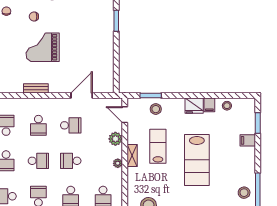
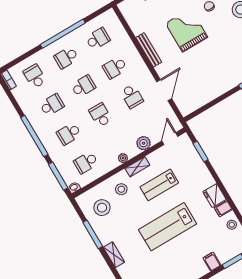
bench: (36, 88) -> (149, 50), width x1.36
door: (82, 95) -> (164, 90), hinge flipped
stool: (156, 109) -> (121, 189), moved
lab bench: (158, 146) -> (159, 185), turned 180
school desk: (38, 161) -> (83, 86), turned -90

